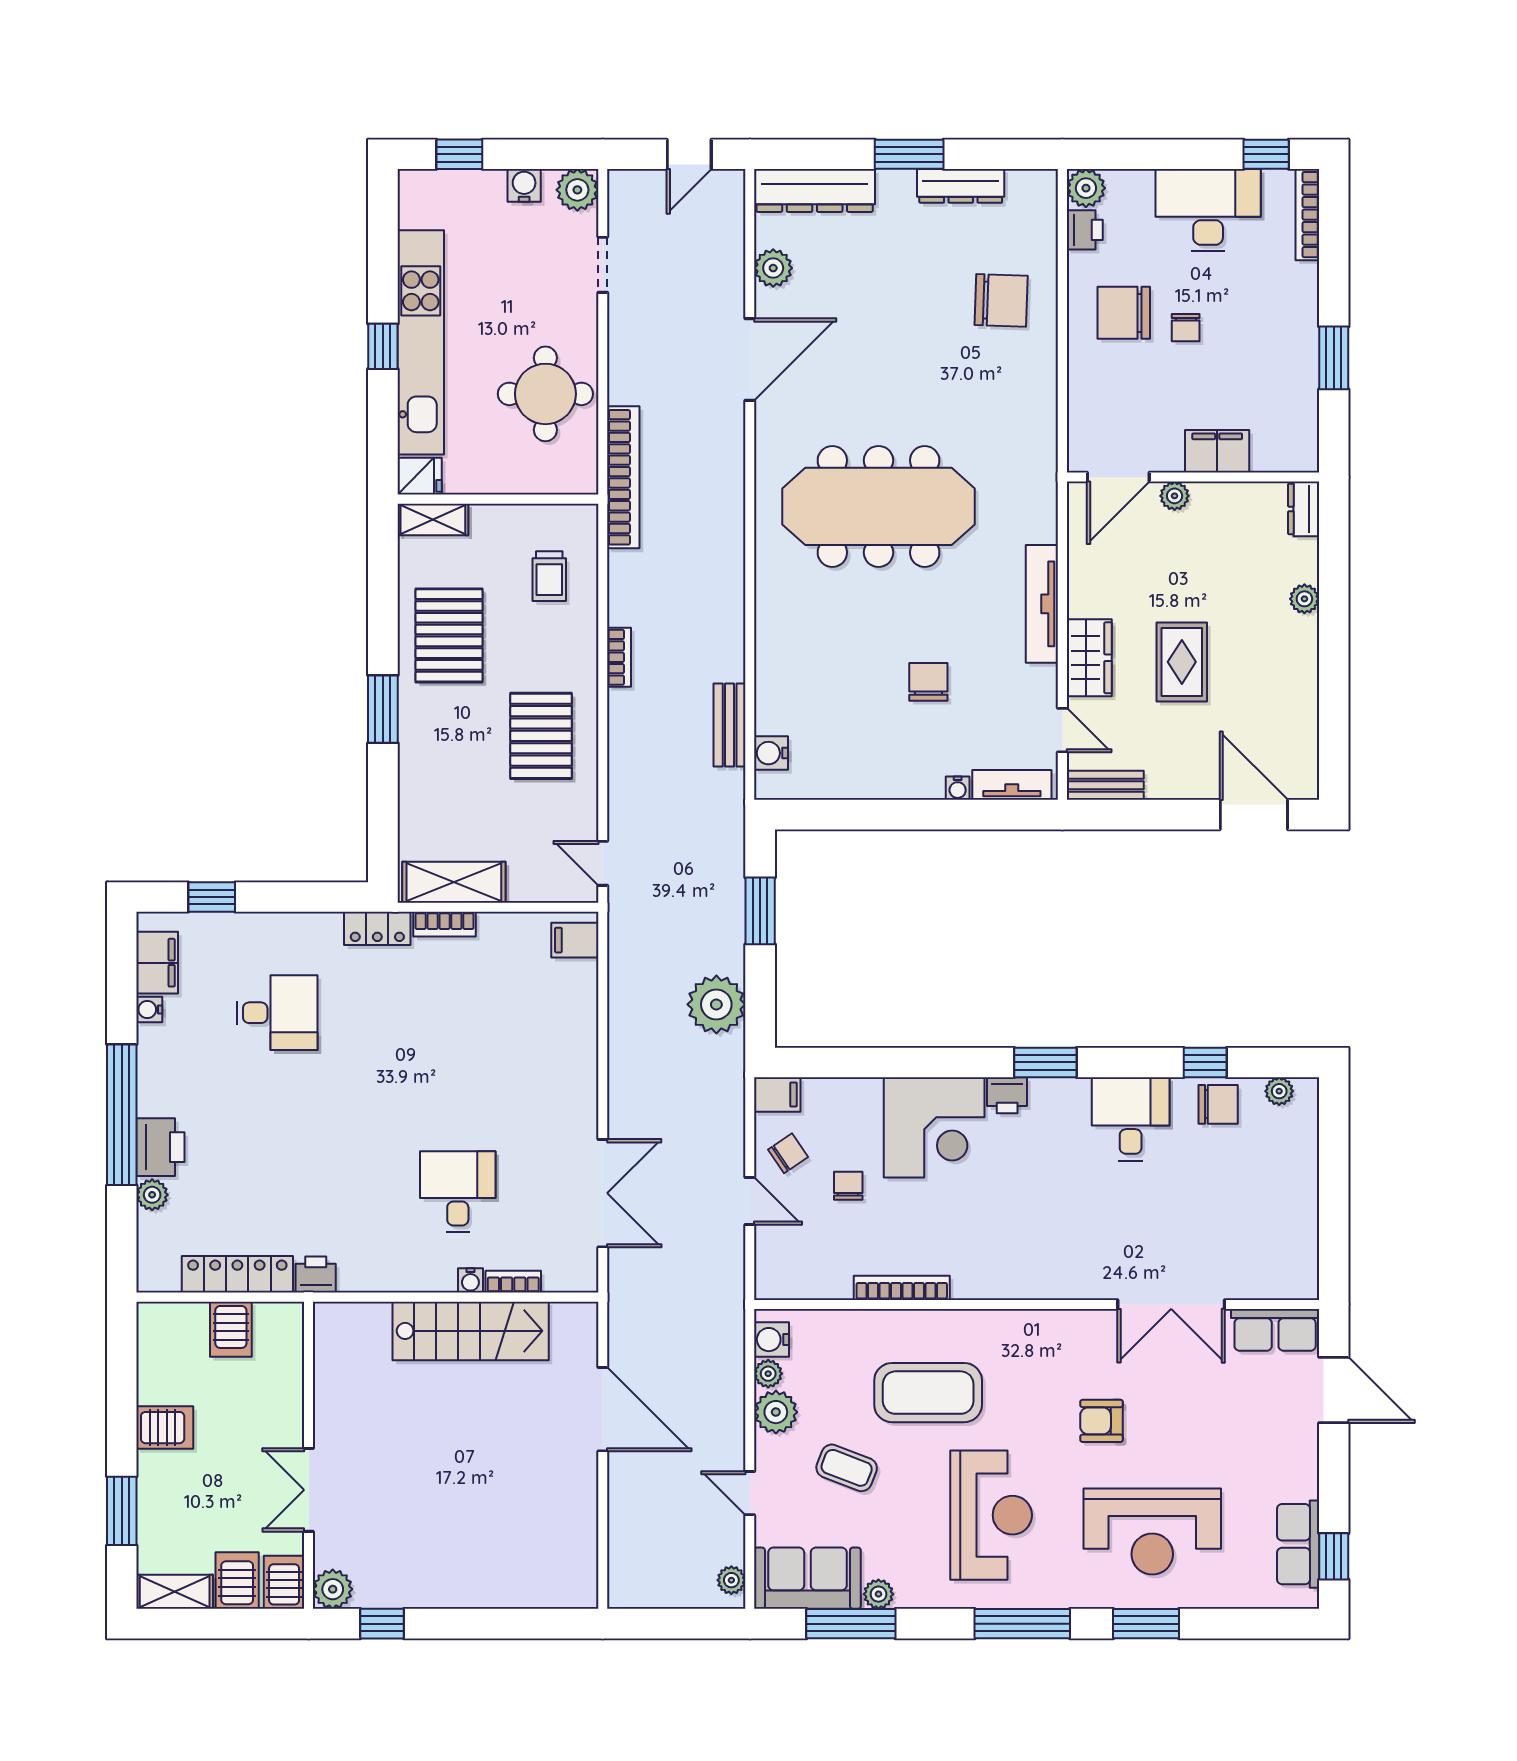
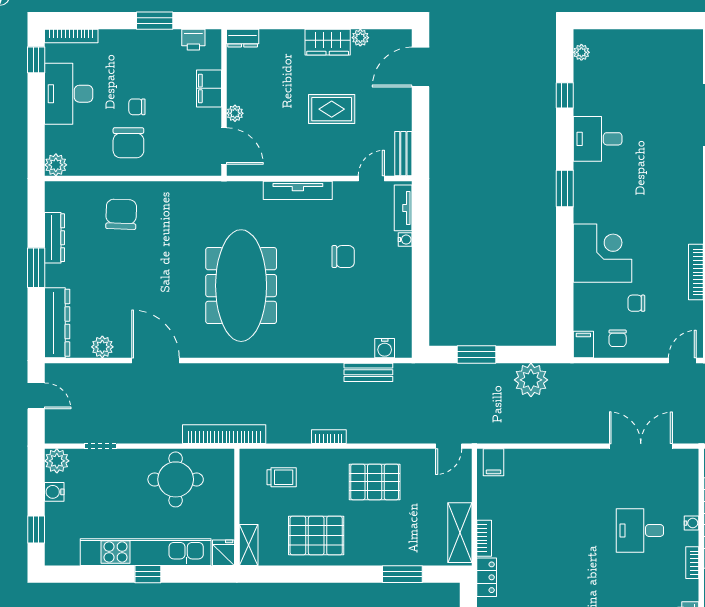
printer: (1085, 230) -> (193, 40), moved, turned 180
chair: (1186, 328) -> (137, 107), turned 180
plant: (1304, 599) -> (360, 38), moved
wardrobe: (1089, 658) -> (328, 42), moved, turned 180
chair: (928, 682) -> (343, 257), turned 180
window: (383, 709) -> (402, 574), moved
printer: (1007, 1095) -> (584, 211), removed
chair: (1218, 1104) -> (589, 88), removed
chair: (788, 1153) -> (618, 338), turned -146
door: (750, 1201) -> (682, 360), moved
bookcase: (513, 1282) -> (692, 563), moved

